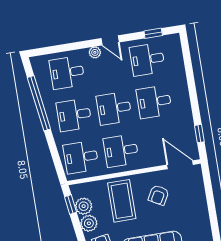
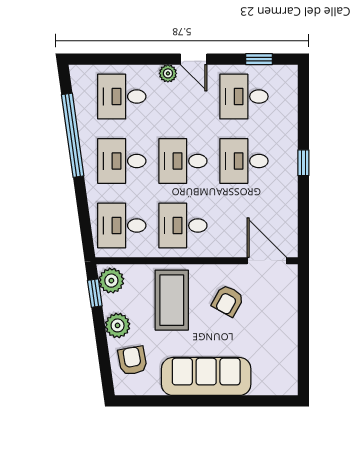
window: (199, 134) -> (303, 163), moved
plant: (84, 206) -> (111, 281), moved

